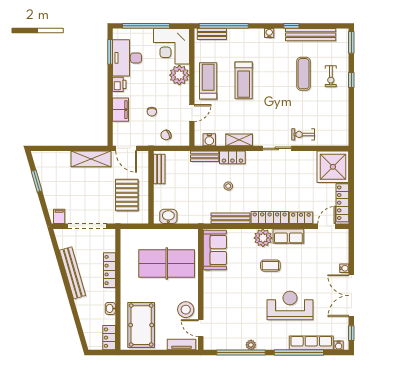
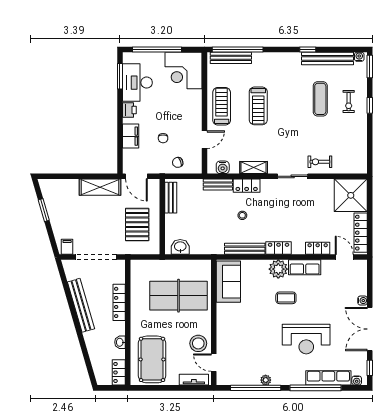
water cooler: (269, 33) -> (359, 57), moved
bench: (212, 34) -> (231, 58), width x1.36
plant: (179, 75) -> (192, 100), removed
locker: (270, 218) -> (279, 248), width x0.66
door: (327, 226) -> (344, 257), hinge flipped
reception desk: (290, 305) -> (306, 339), turned 180

